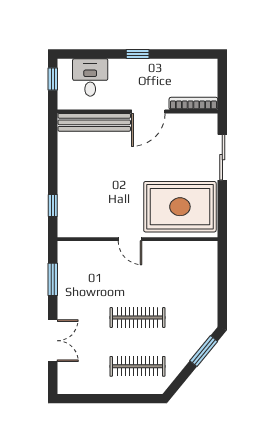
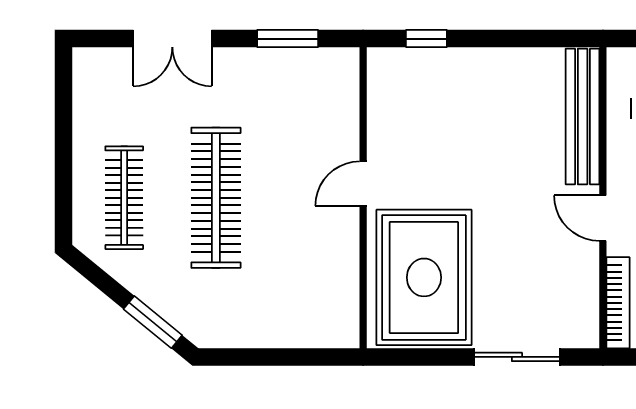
door: (148, 111) -> (603, 218), width x0.73
clothes rail: (137, 318) -> (216, 198), width x1.37, depth x1.31

